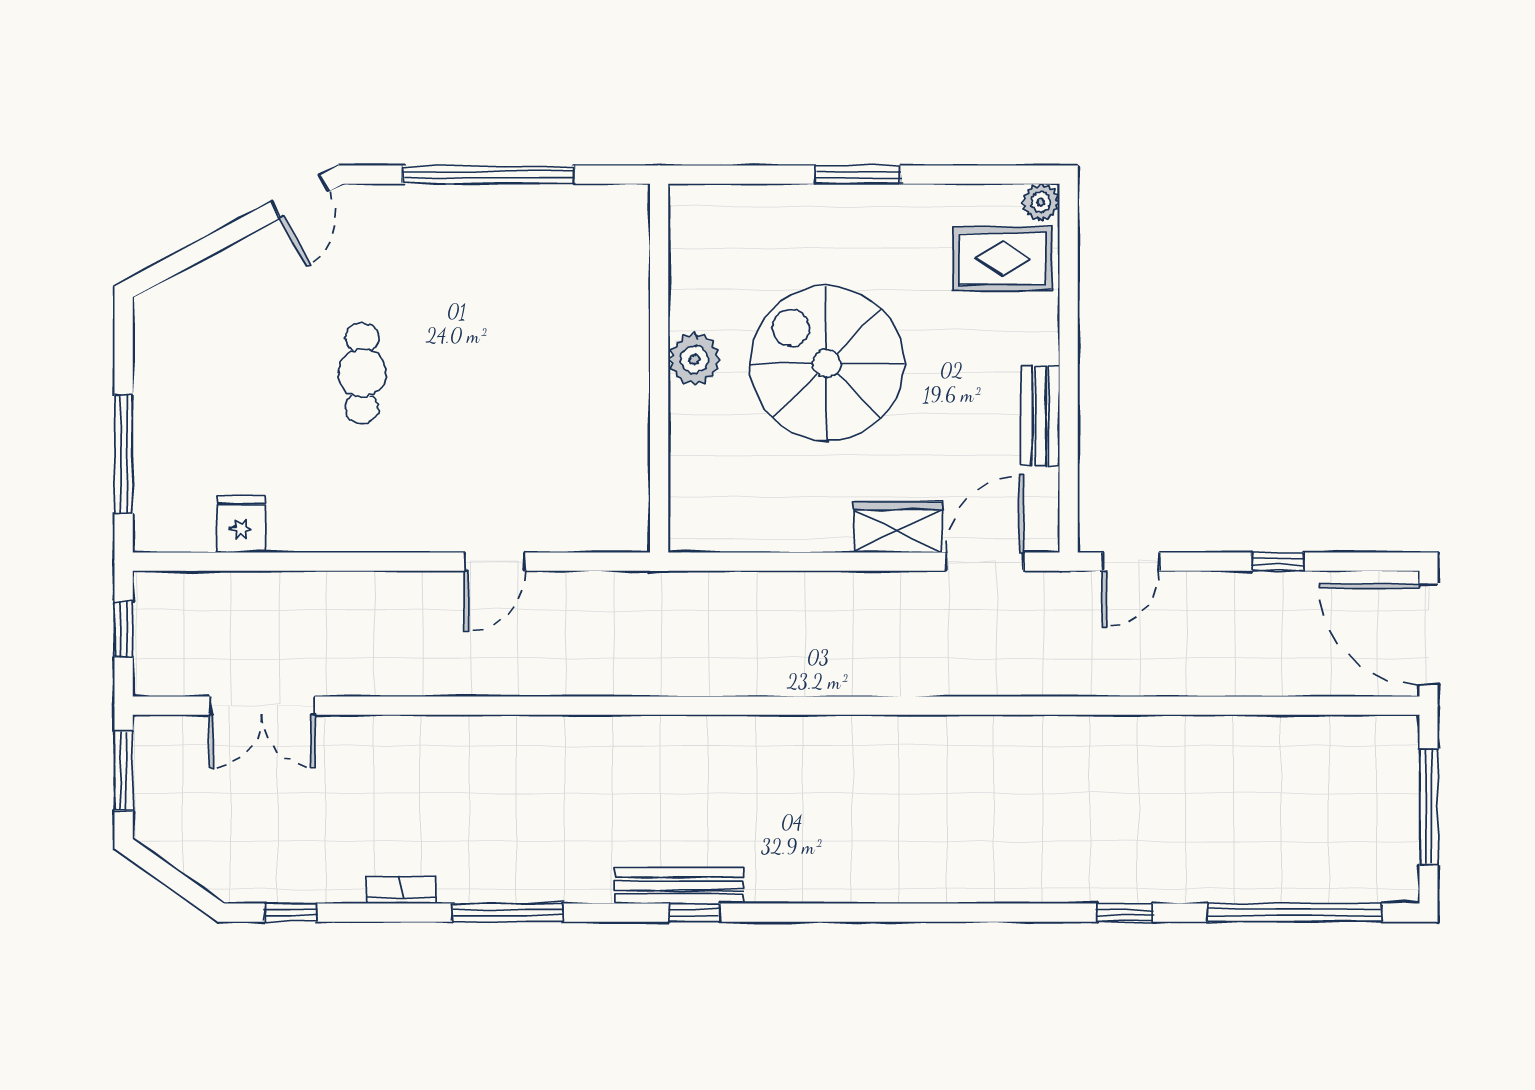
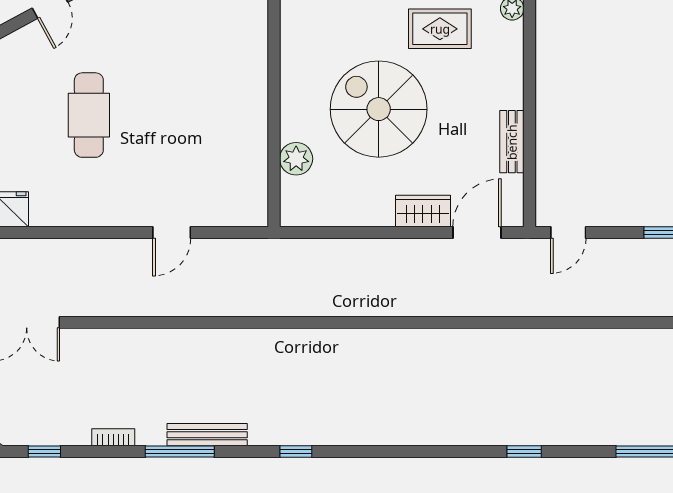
rug: (1002, 259) -> (440, 29), moved
plant: (694, 359) -> (296, 159), moved
cafe table: (362, 373) -> (89, 115), width x1.37, depth x1.35
bench: (679, 886) -> (207, 435), moved
window: (1125, 913) -> (524, 451), moved

